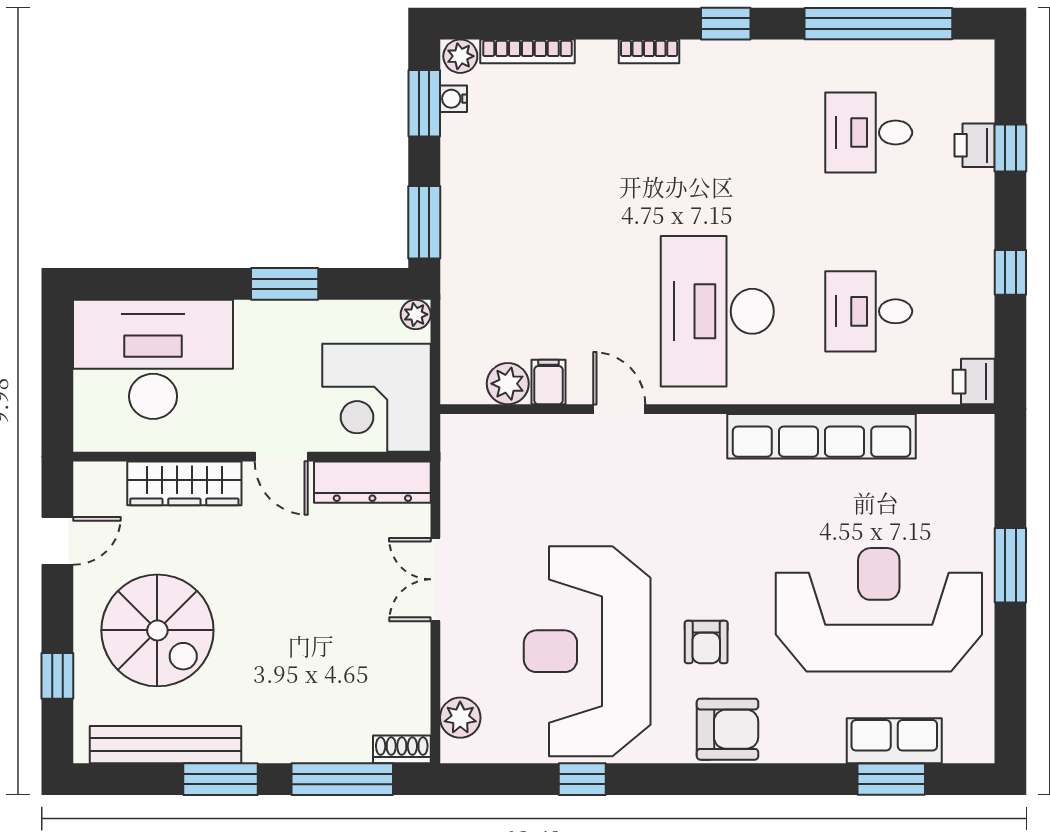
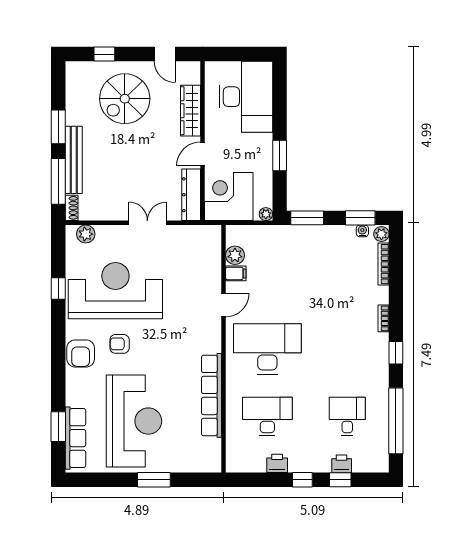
window: (1010, 272) -> (302, 480), moved
desk: (869, 311) -> (267, 417), width x1.37
printer: (974, 382) -> (277, 463), moved
row of seats: (894, 741) -> (75, 438), width x1.48
bench: (166, 745) -> (74, 160), moved

